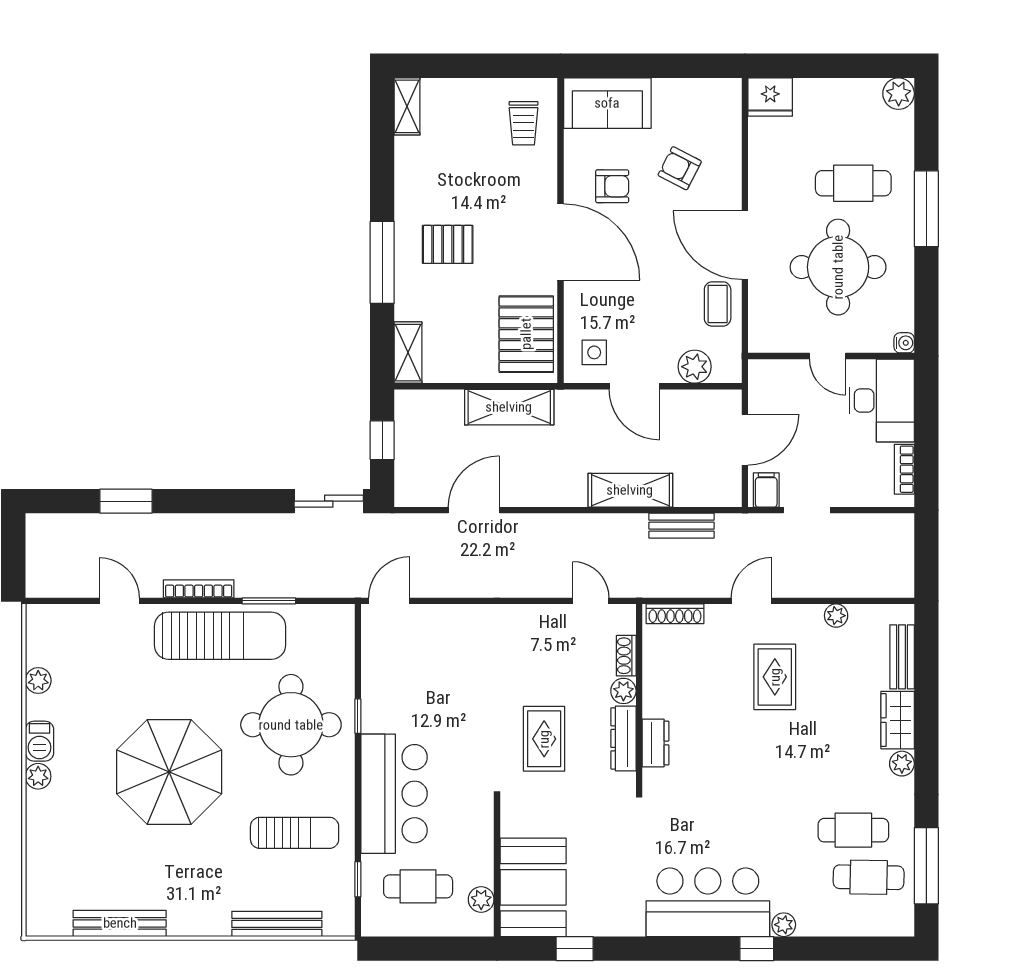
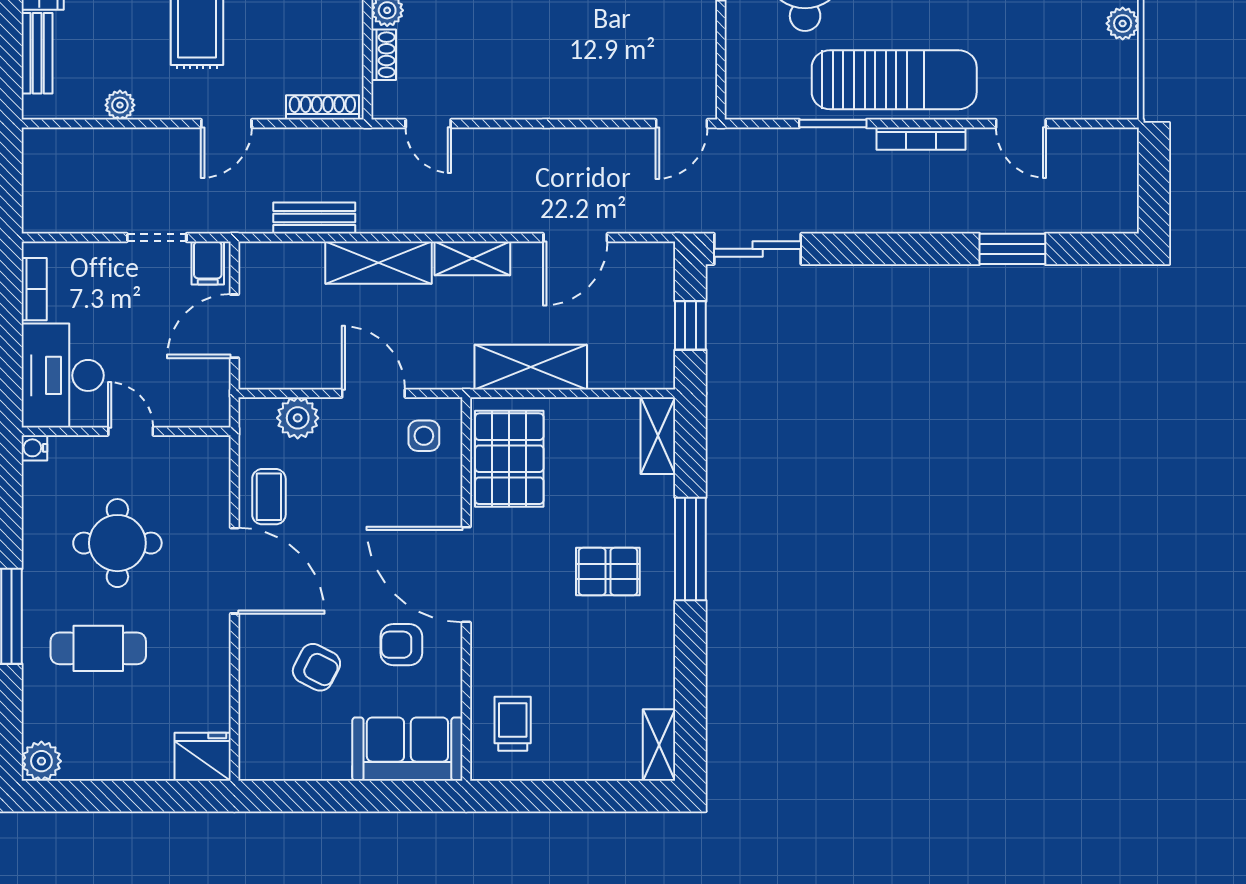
round table: (838, 267) -> (117, 543), width x0.73, depth x0.73
shelving: (556, 494) -> (472, 258), added
sun lounger: (220, 636) -> (894, 80), turned 180

